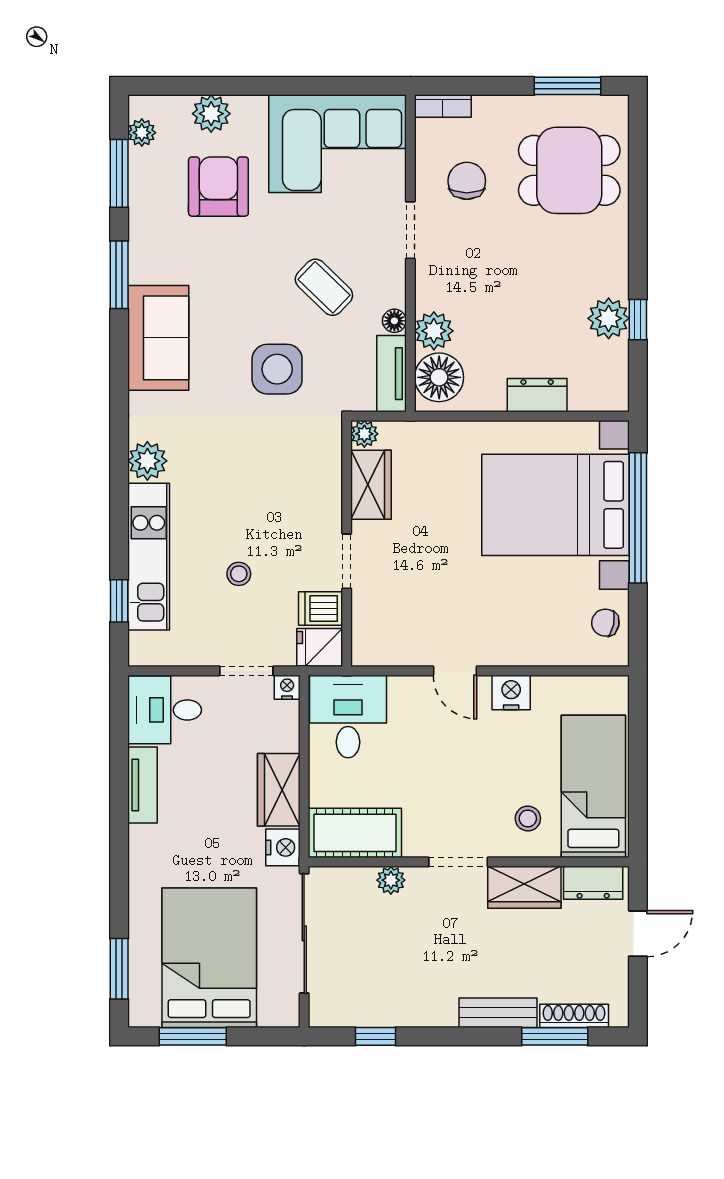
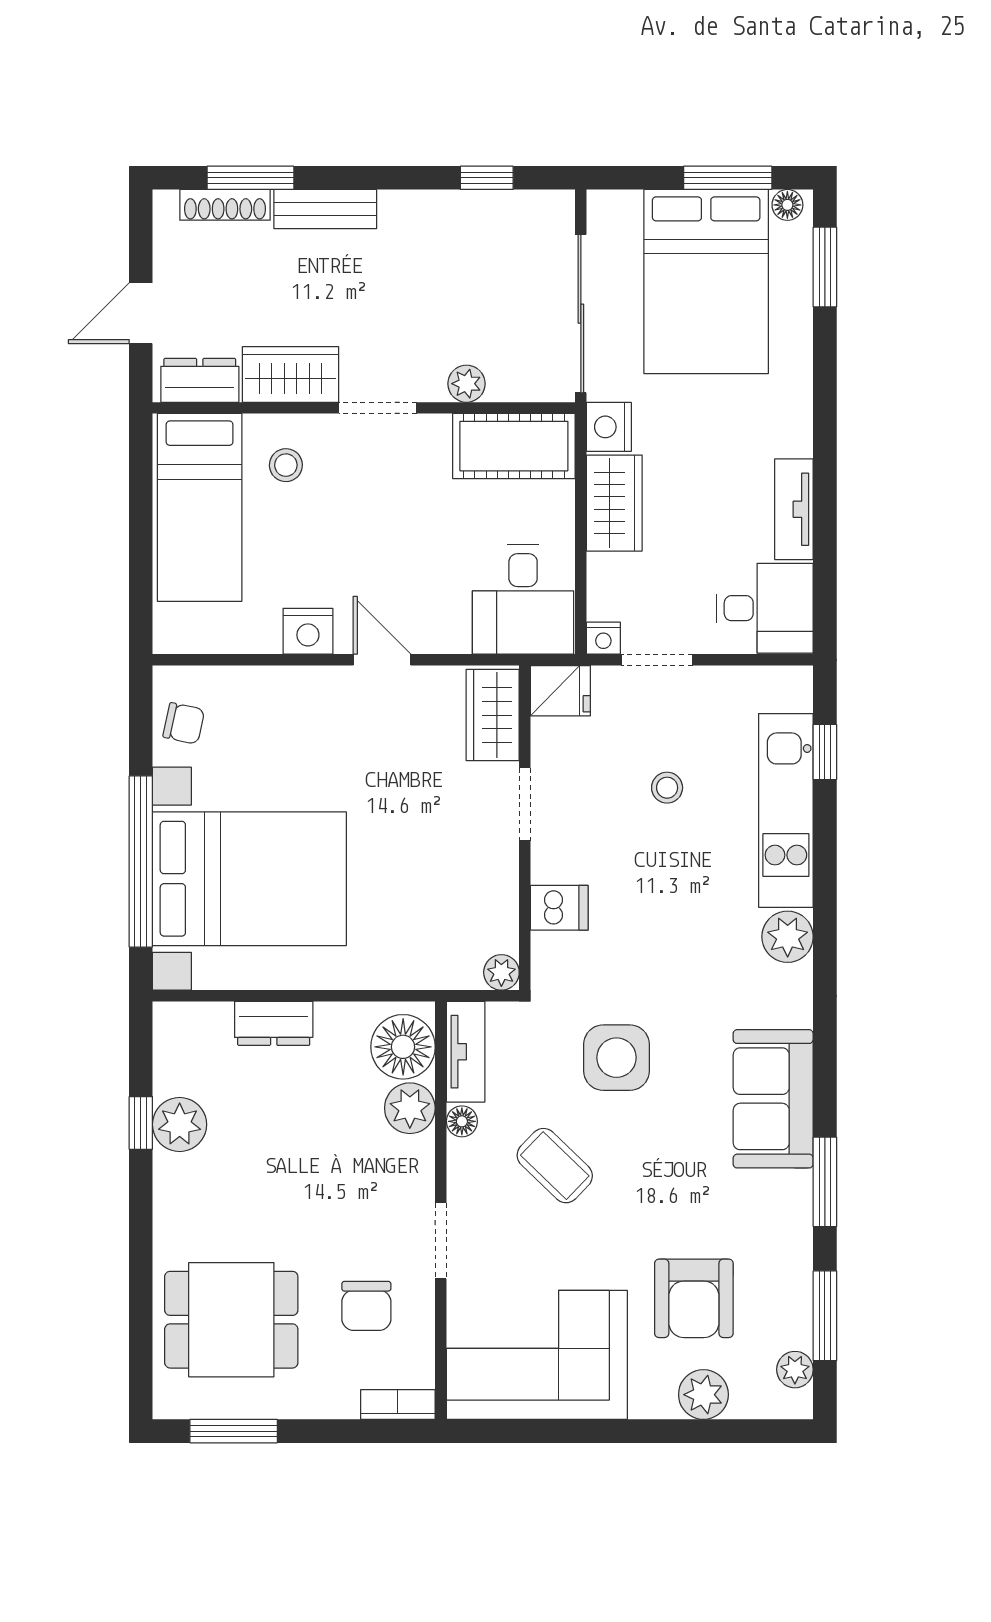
wardrobe: (371, 485) -> (493, 715), moved
dishwasher: (321, 609) -> (559, 908), moved
floor lamp: (147, 1016) -> (787, 205), added

